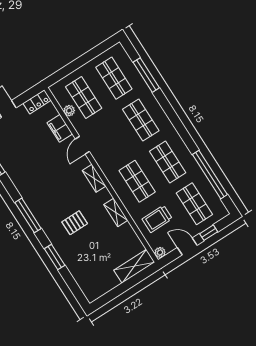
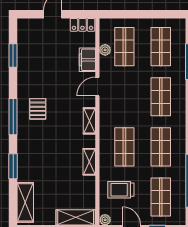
pallet: (75, 223) -> (38, 109), moved, turned 90
shelving: (84, 281) -> (25, 202), added

